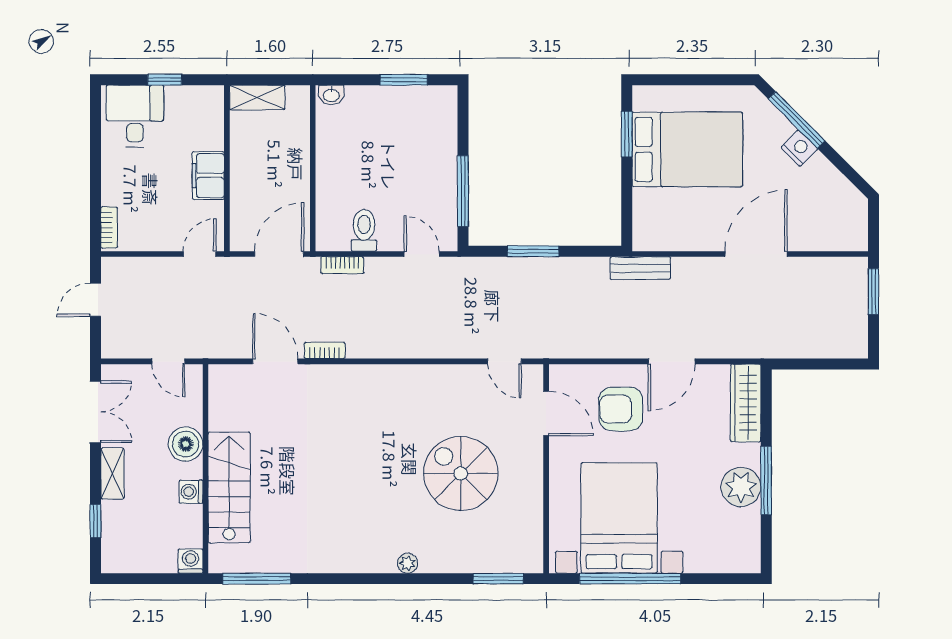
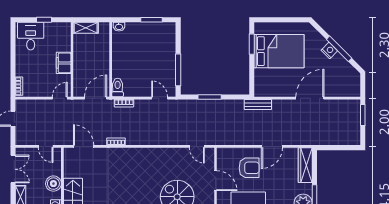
window: (797, 120) -> (339, 49), moved
toilet: (364, 230) -> (118, 88), moved
door: (275, 361) -> (84, 146), moved
armchair: (621, 409) -> (249, 168), turned 180
door: (546, 413) -> (216, 181), moved

